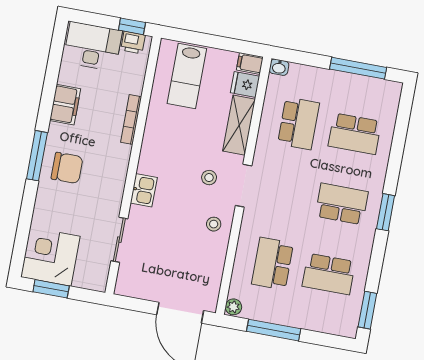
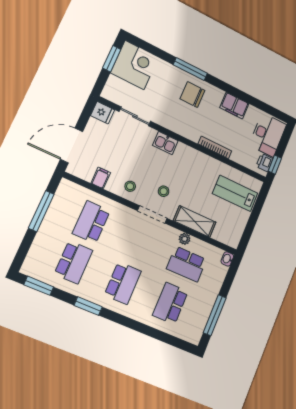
filing cabinet: (250, 63) -> (101, 178), moved
fridge: (245, 84) -> (103, 113), moved, turned 90
window: (37, 156) -> (190, 69), moved
chair: (67, 168) -> (192, 95), turned 90
window: (386, 212) -> (88, 306), moved
school desk: (273, 264) -> (91, 222), turned -90
school desk: (329, 274) -> (73, 262), turned 180
plant: (233, 307) -> (185, 239), moved

